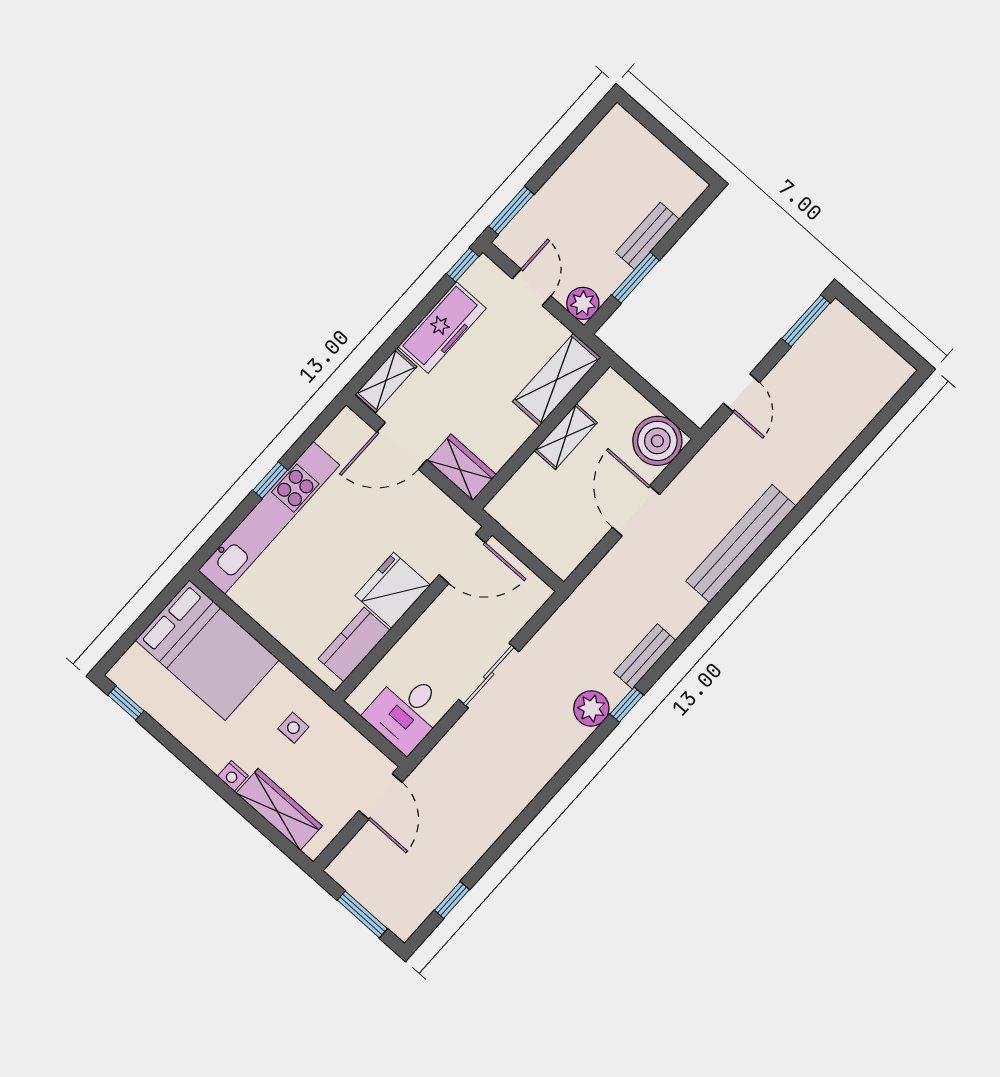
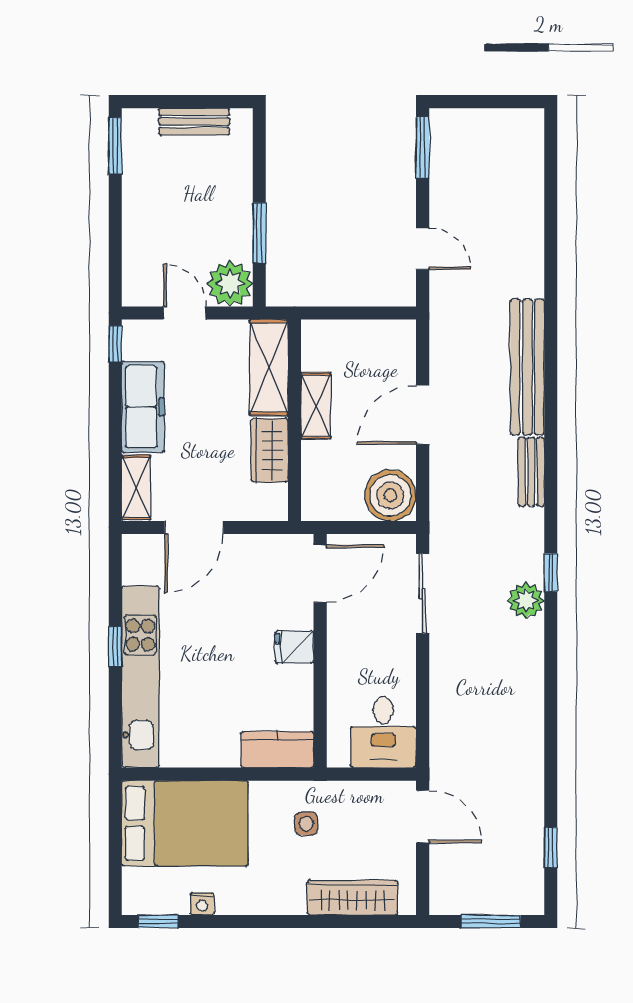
window: (511, 210) -> (115, 146), moved
bench: (647, 236) -> (194, 122), moved, turned 90
plant: (583, 303) -> (230, 284), width x1.36, depth x1.36
boiler: (657, 441) -> (390, 495), moved
wardrobe: (462, 467) -> (270, 450), moved, turned -90
door: (636, 511) -> (423, 415), hinge flipped
fridge: (393, 590) -> (294, 647), width x0.53, depth x0.75
kitchen counter: (354, 645) -> (277, 750), moved, turned 90
bench: (645, 656) -> (531, 472), moved
sliding door: (489, 676) -> (423, 593), moved
nightstand: (233, 776) -> (202, 904), moved

